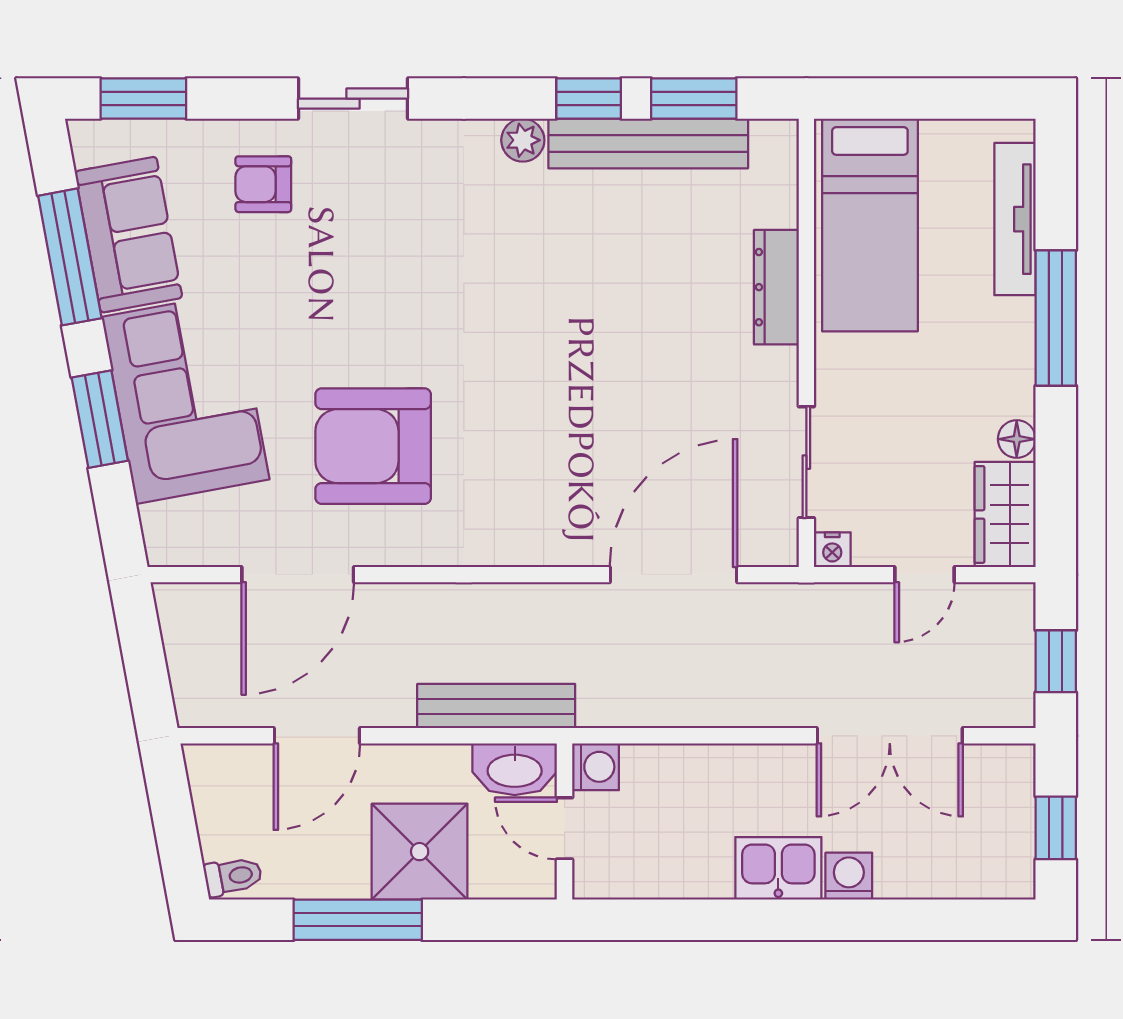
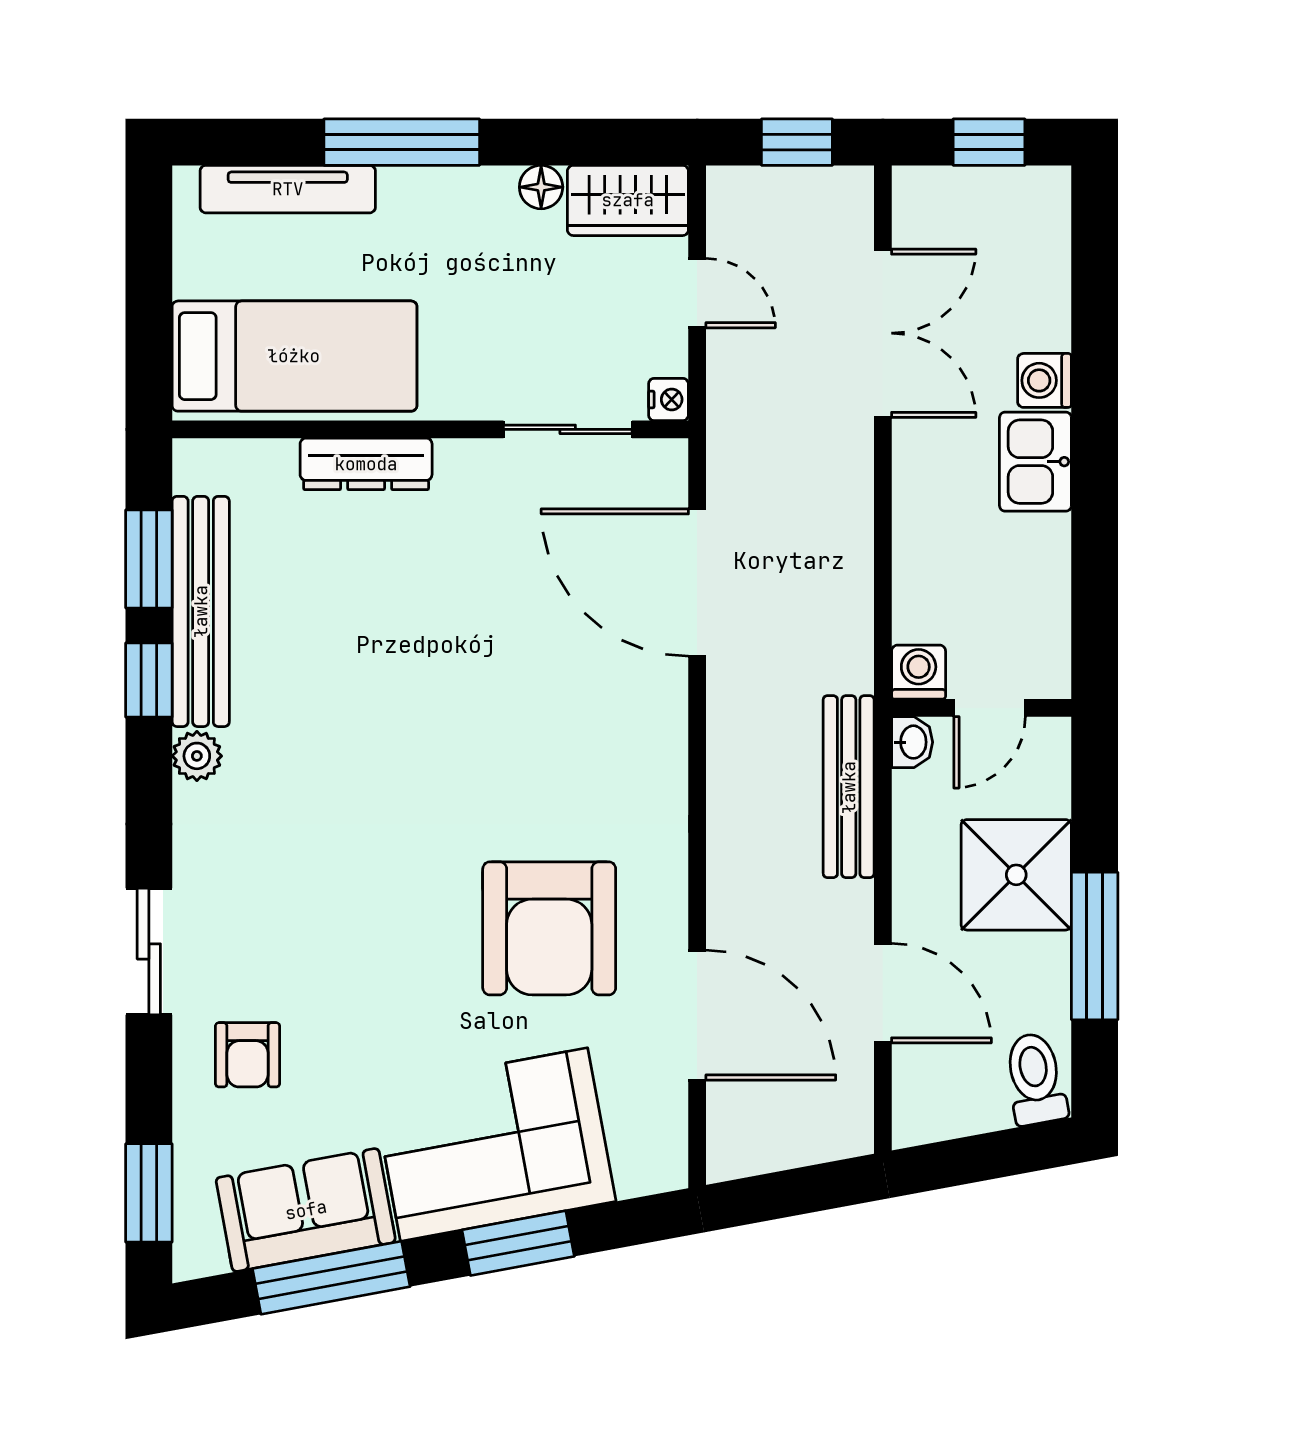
washbasin: (515, 769) -> (912, 742), width x0.52, depth x0.69
toilet: (233, 876) -> (1035, 1079), width x1.37, depth x1.39

